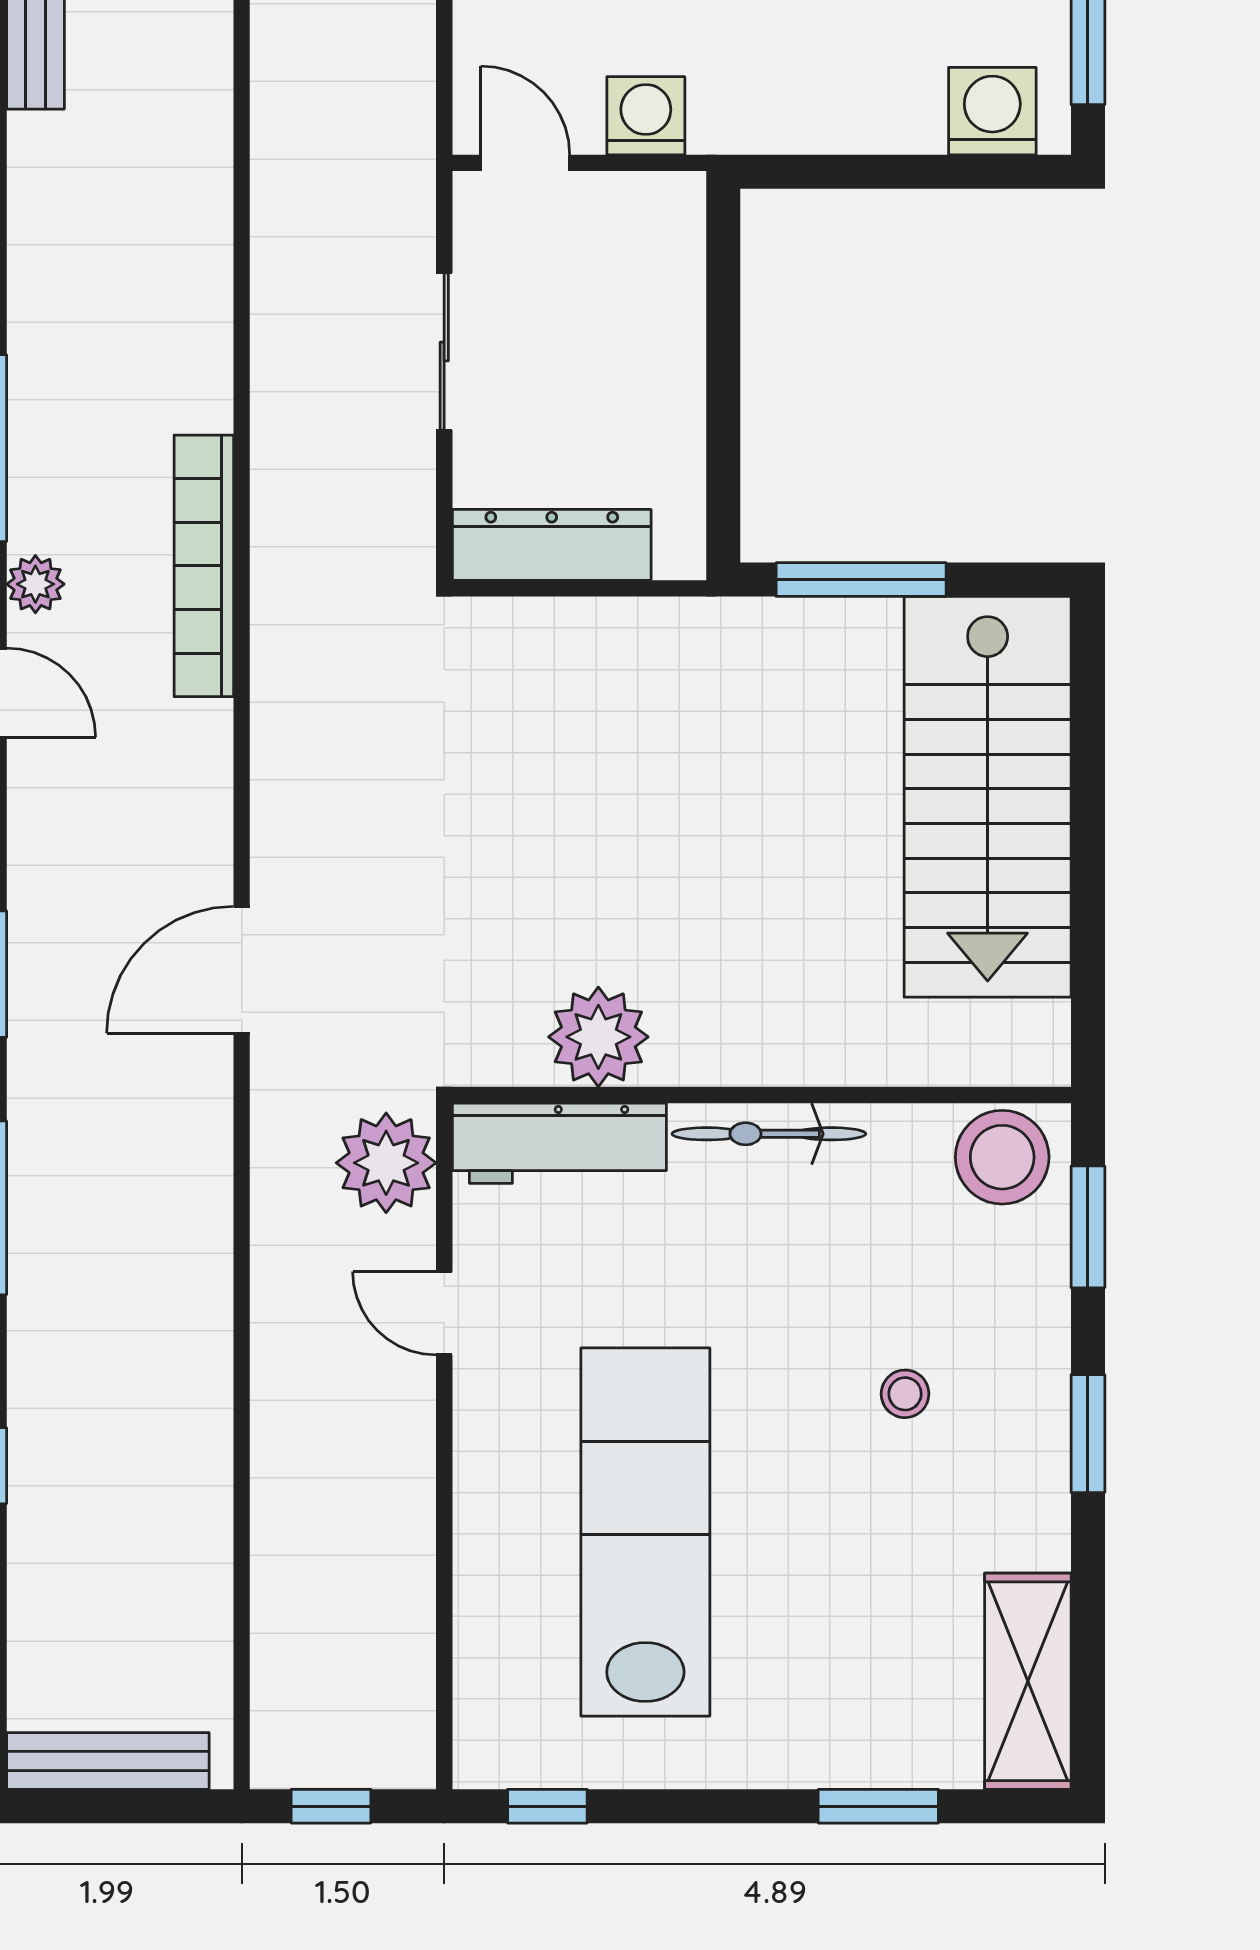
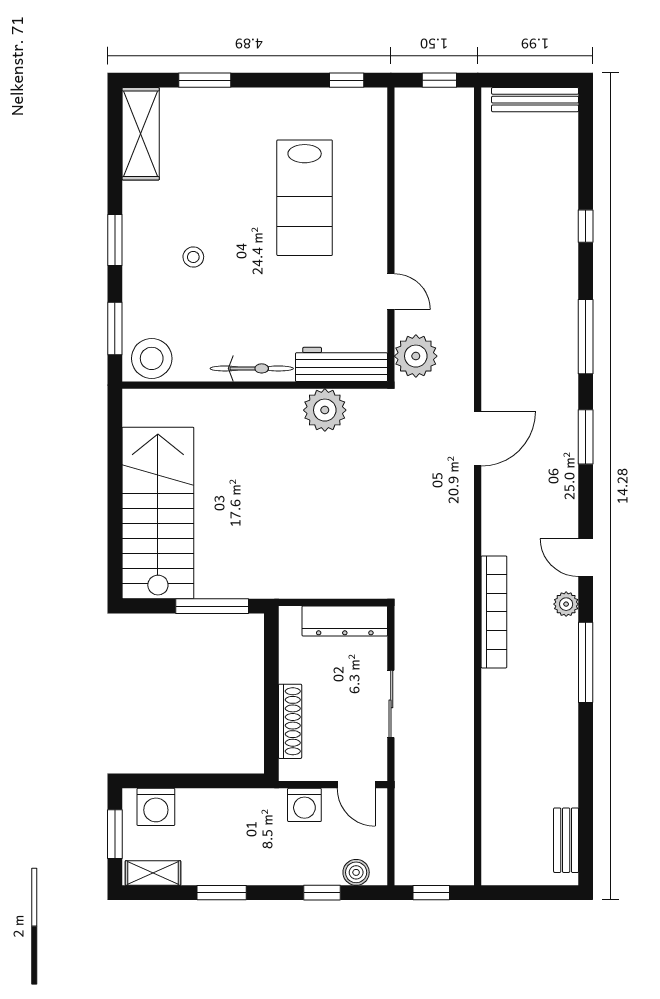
shoe rack: (679, 311) -> (290, 721), added
lab bench: (645, 1532) -> (305, 198), width x0.73

